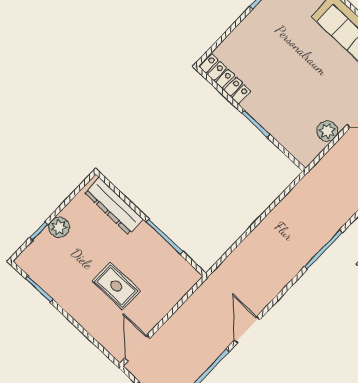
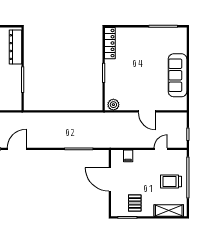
plant: (327, 131) -> (113, 105), moved

